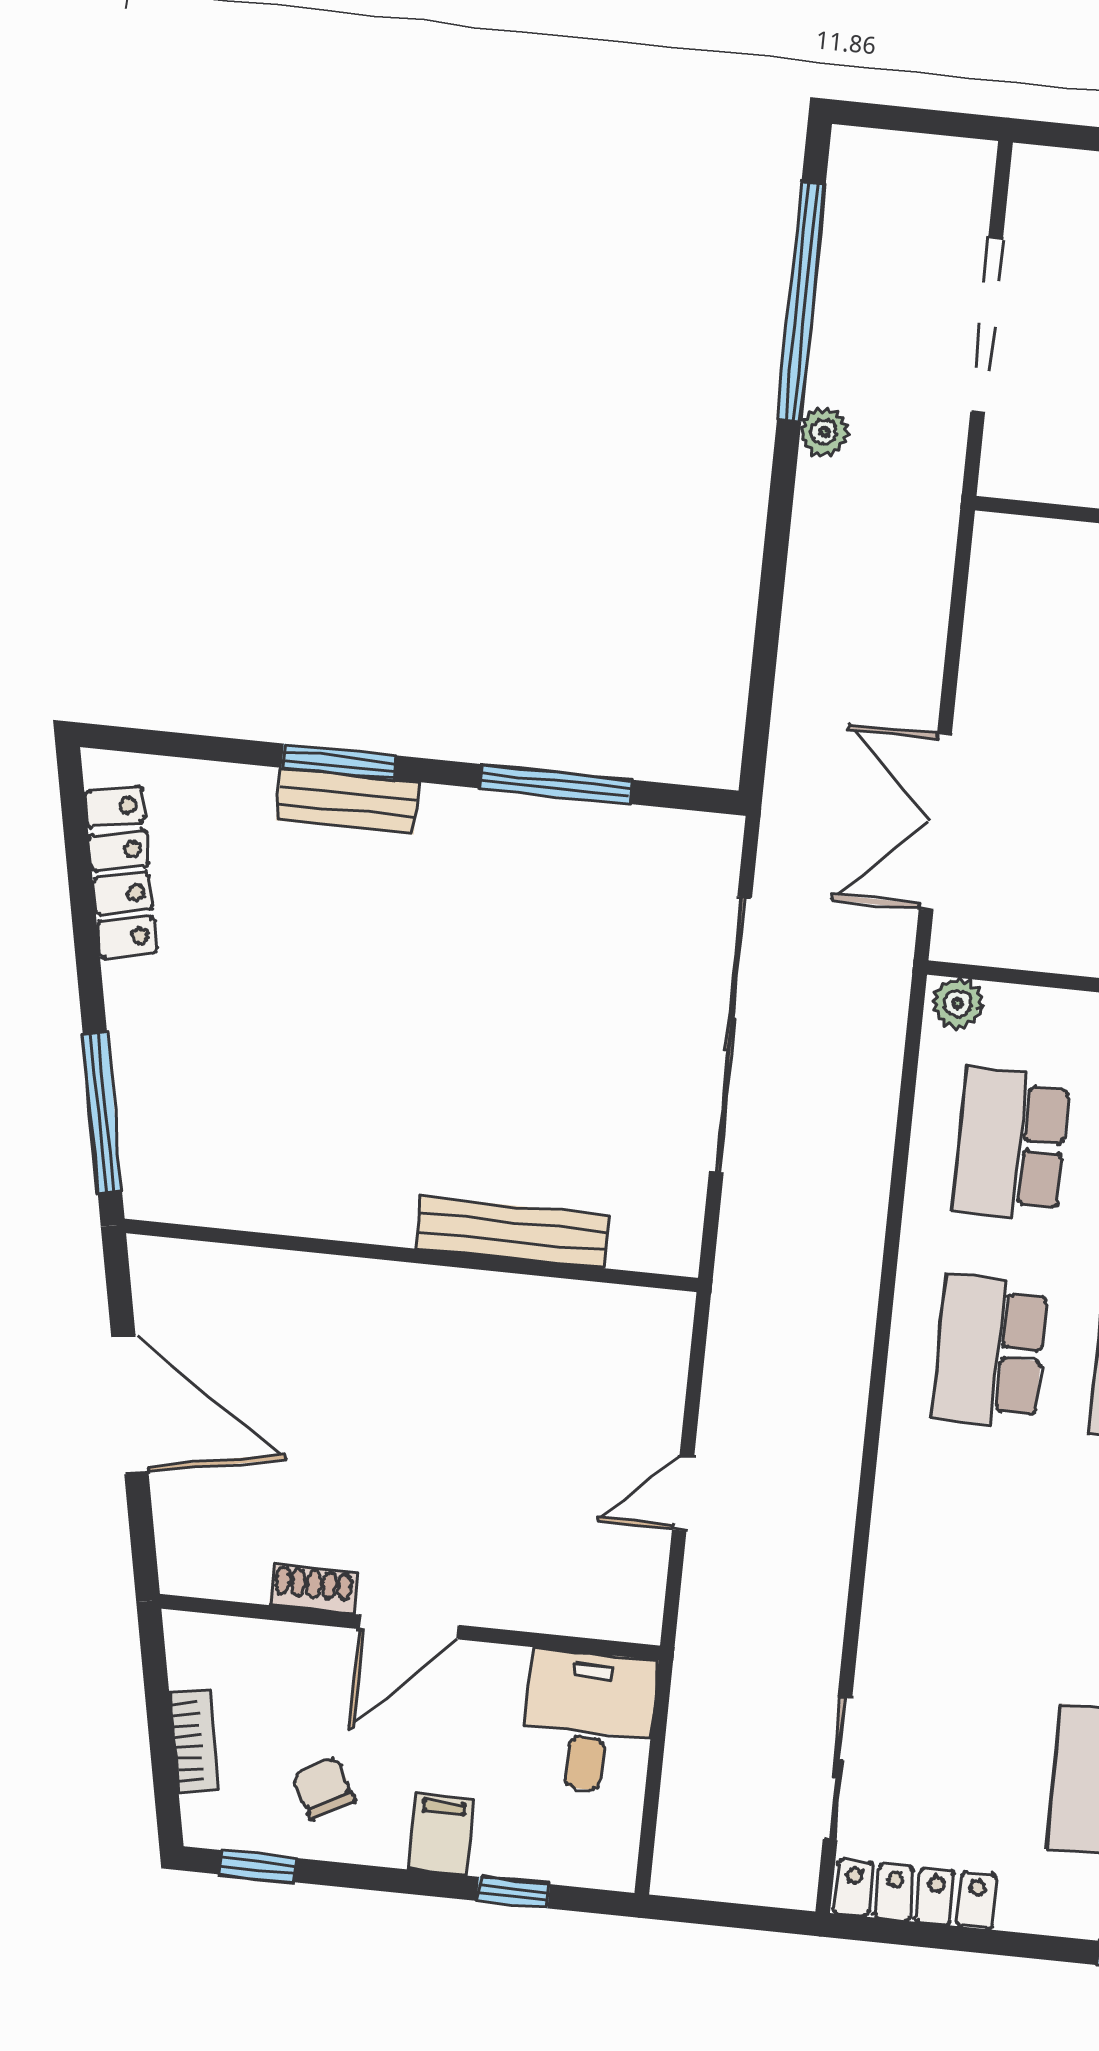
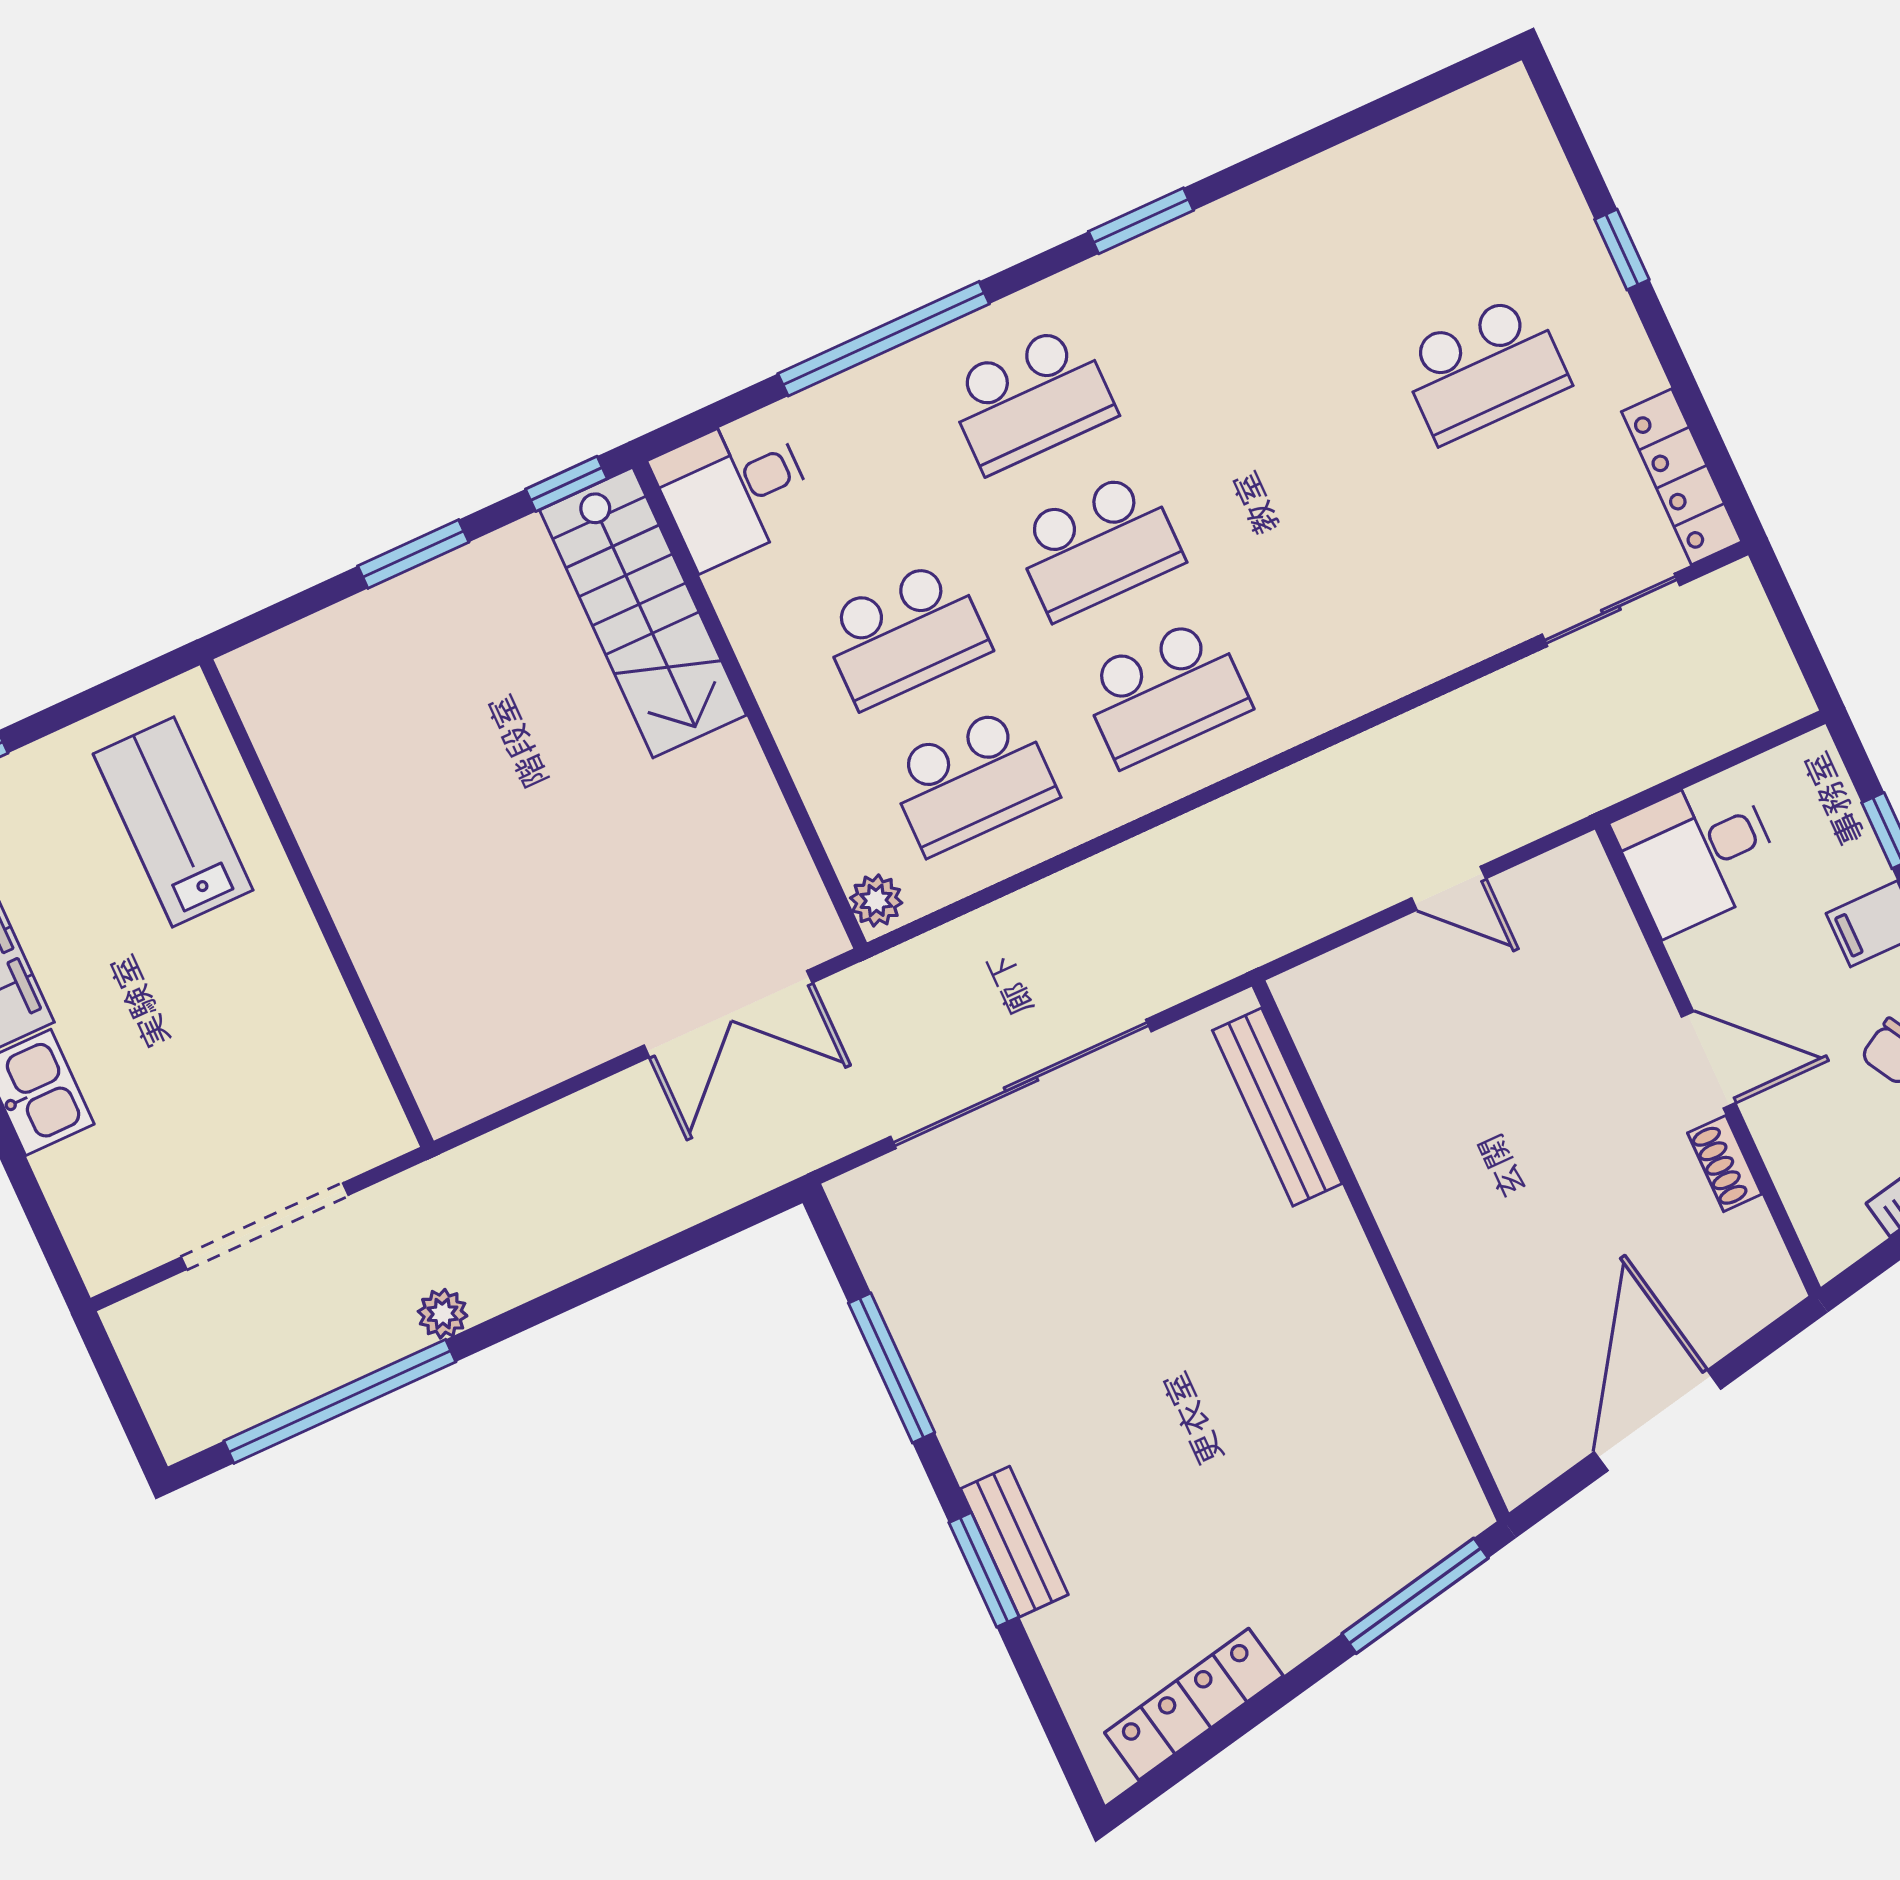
bench: (512, 1232) -> (1277, 1107), moved

